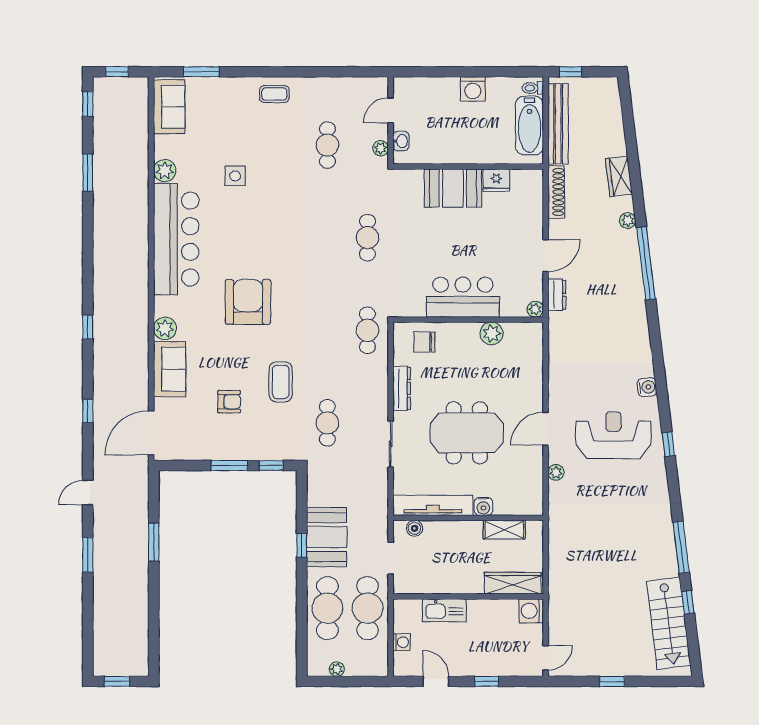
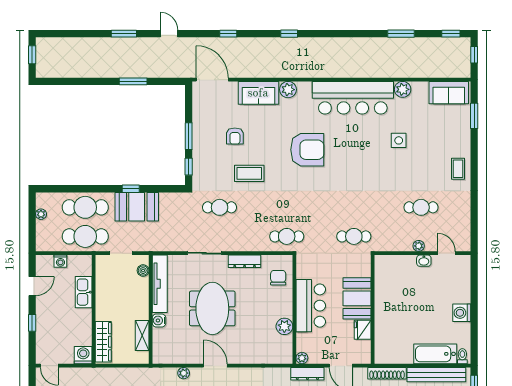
wall: (468, 167) -> (373, 309), moved
fridge: (496, 180) -> (363, 330), moved
booth: (453, 188) -> (357, 298), moved
dresser: (557, 295) -> (307, 374), width x1.44

